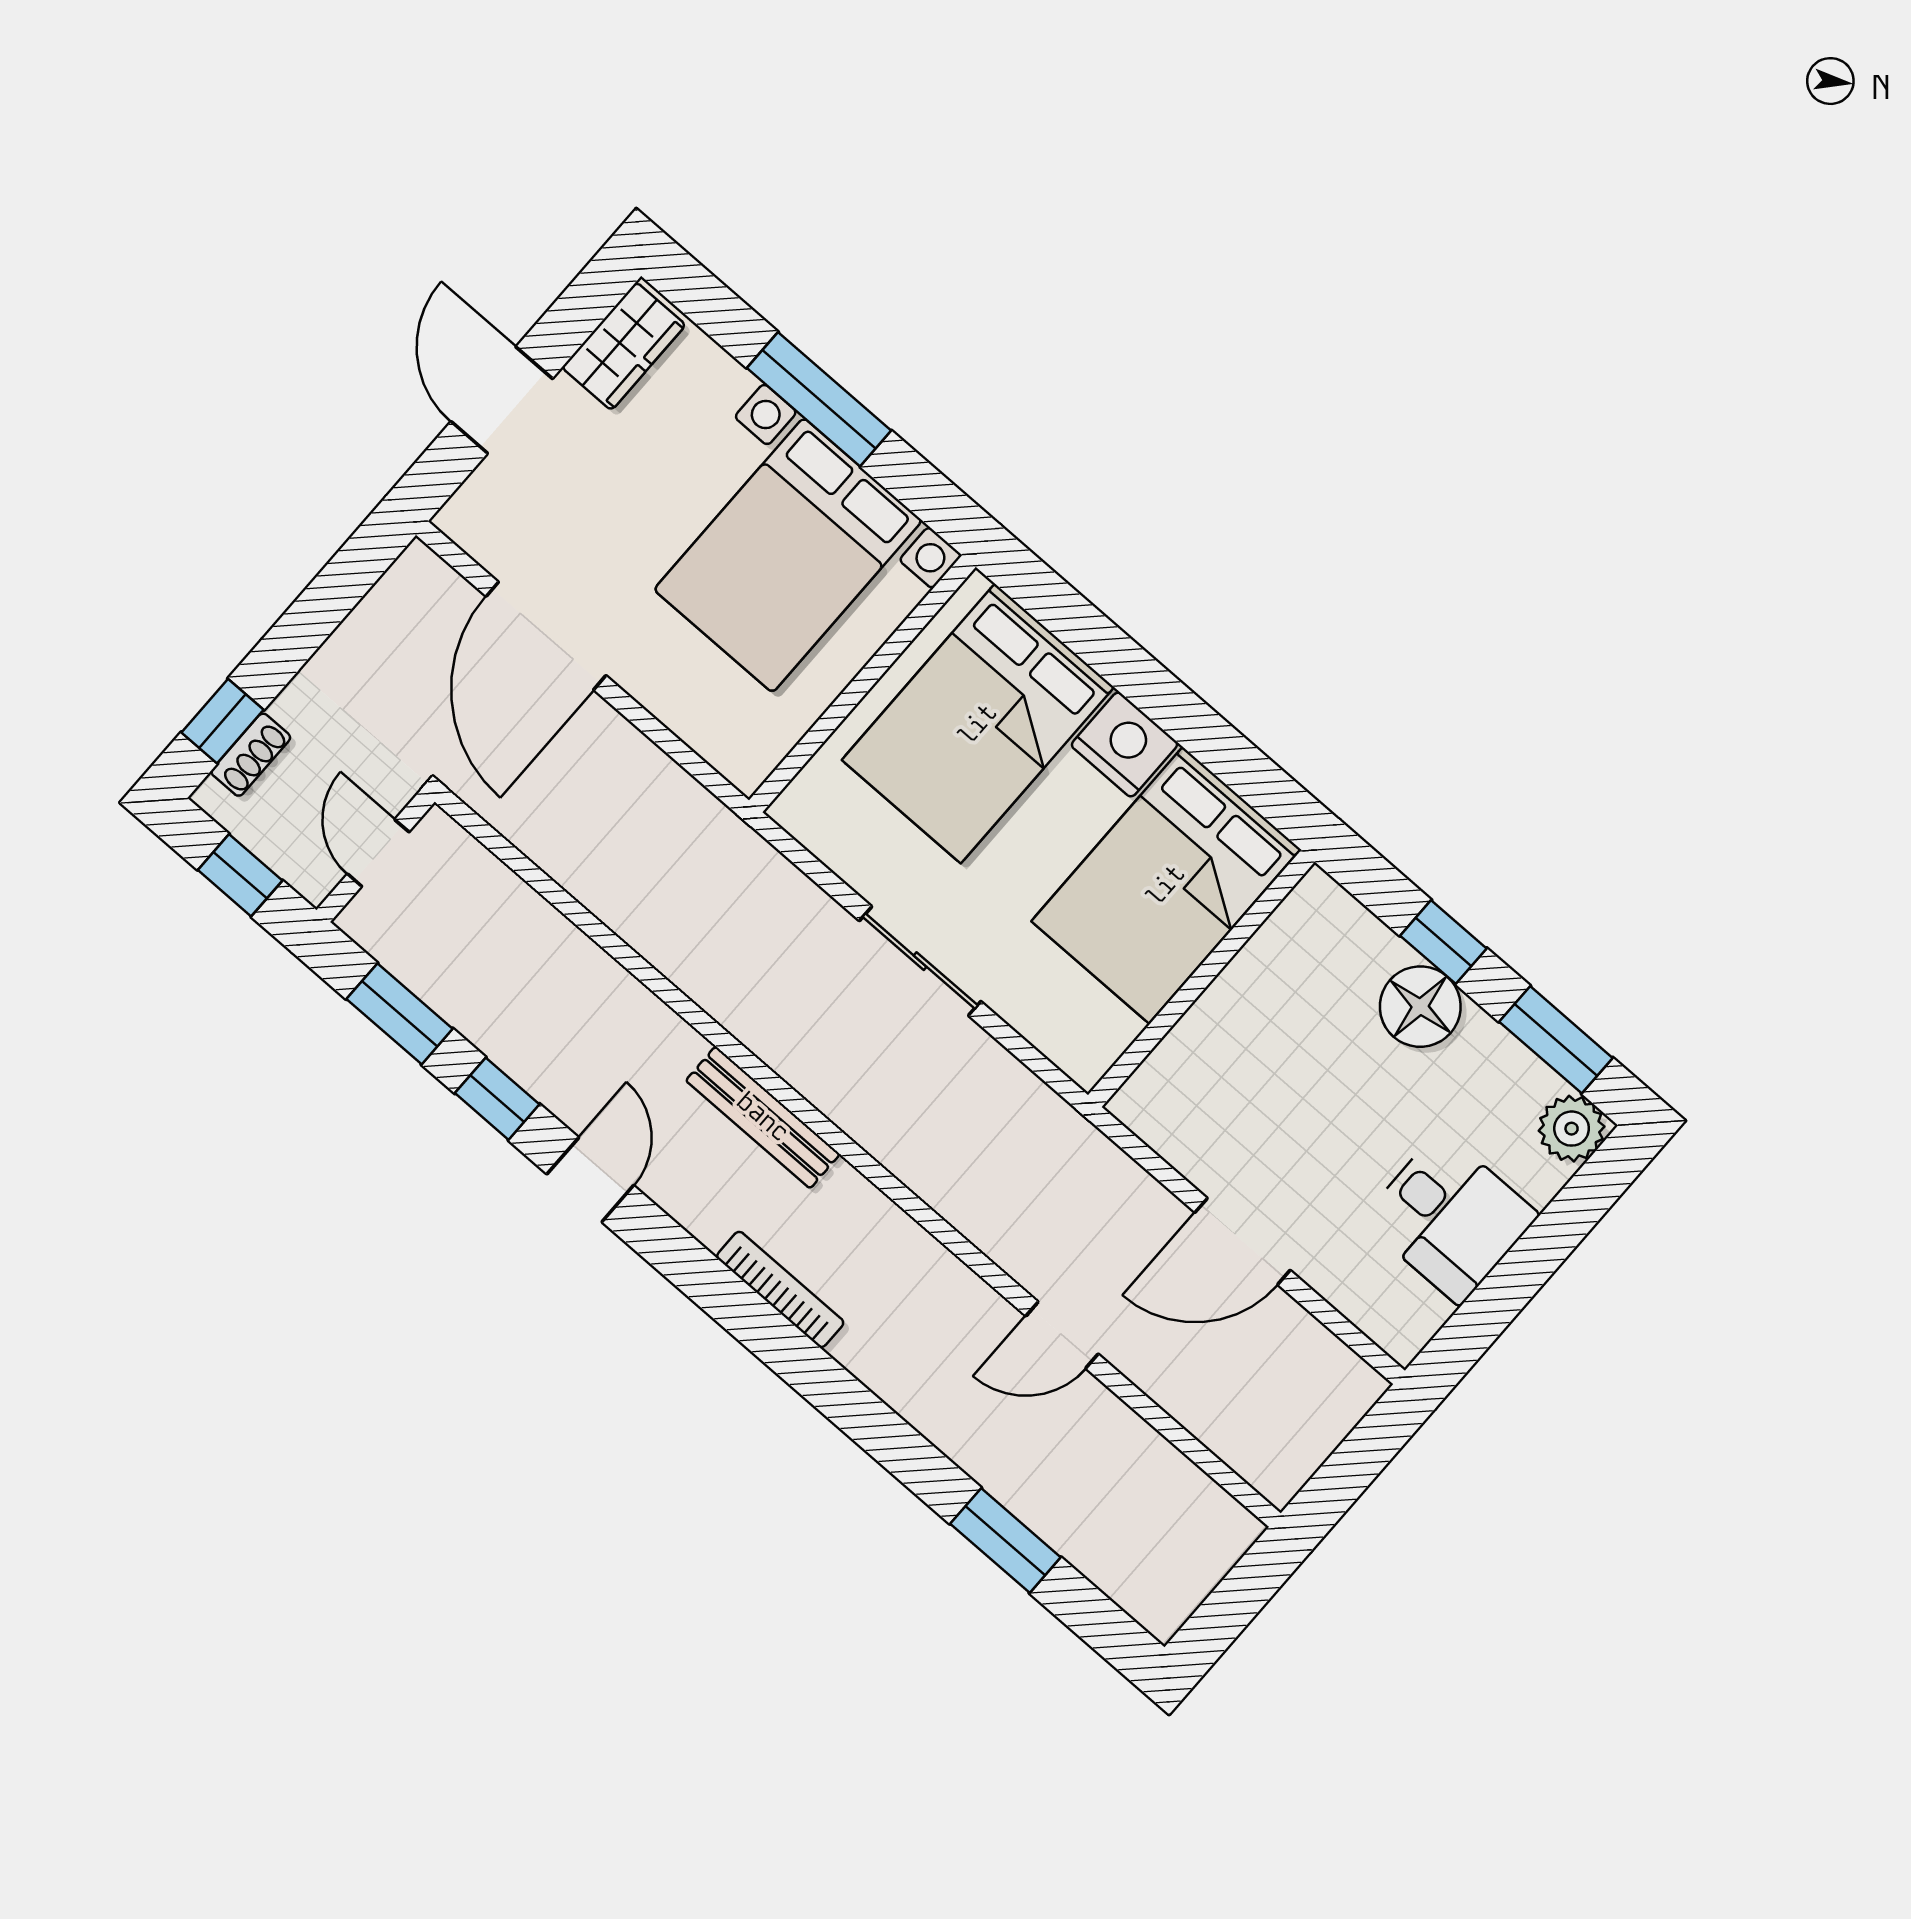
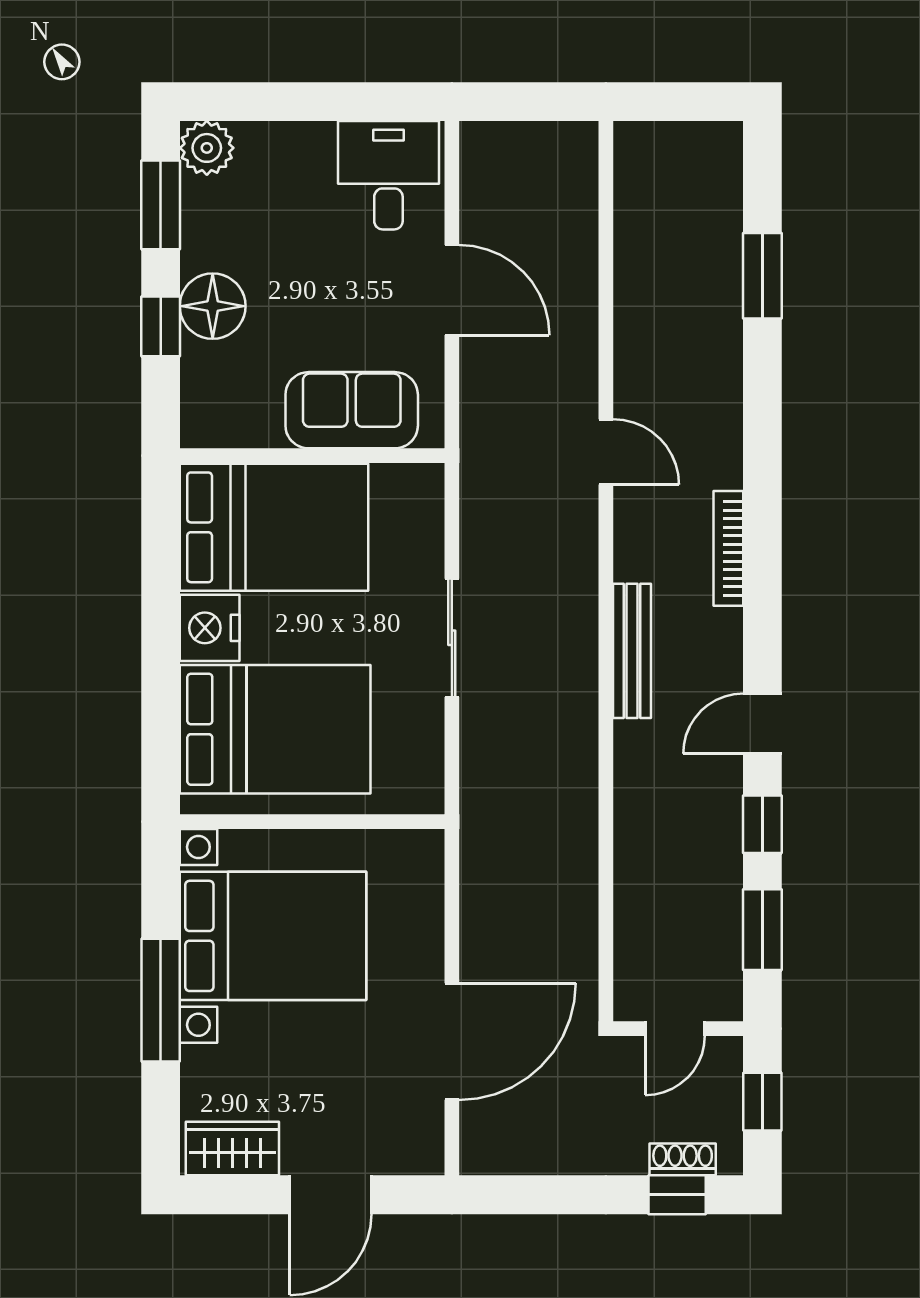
sofa: (1212, 1052) -> (352, 410), added
desk: (1450, 1217) -> (388, 175), moved
door: (1062, 1335) -> (606, 452), moved

